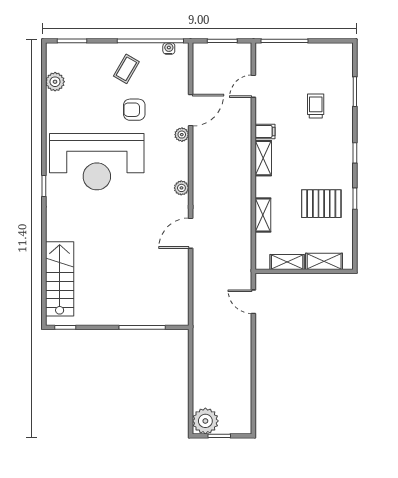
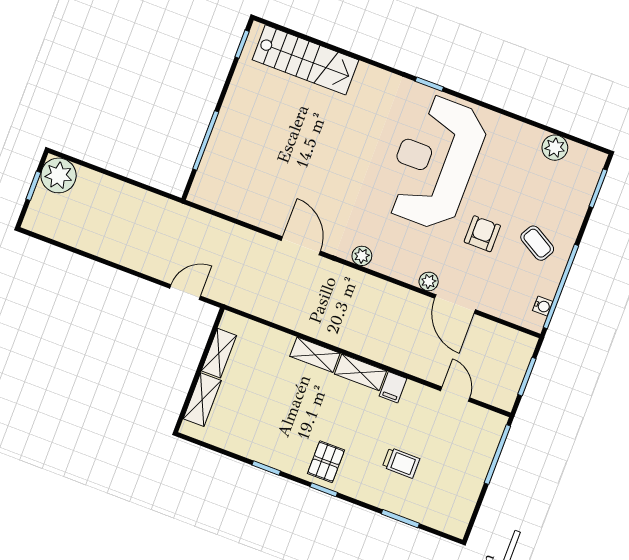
pallet: (321, 204) -> (326, 462), moved, width x0.67, depth x0.71
shelving: (263, 215) -> (315, 355), moved

